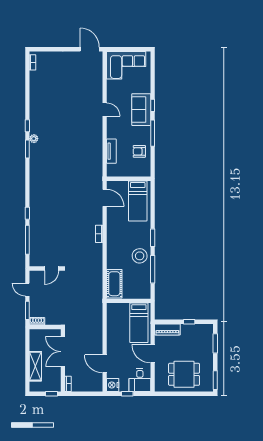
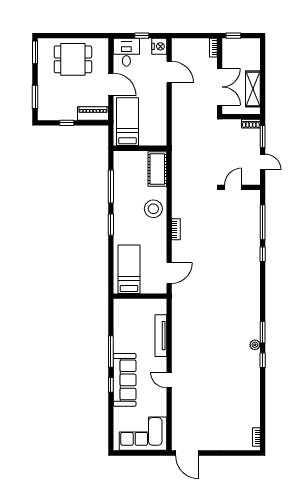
sofa: (141, 110) -> (125, 380), width x1.36
tv unit: (111, 151) -> (161, 336), width x1.41
armchair: (139, 151) -> (127, 329), removed
door: (105, 198) -> (169, 273), swing flipped
stool: (140, 256) -> (153, 209), moved
shelving: (35, 366) -> (253, 89), moved

